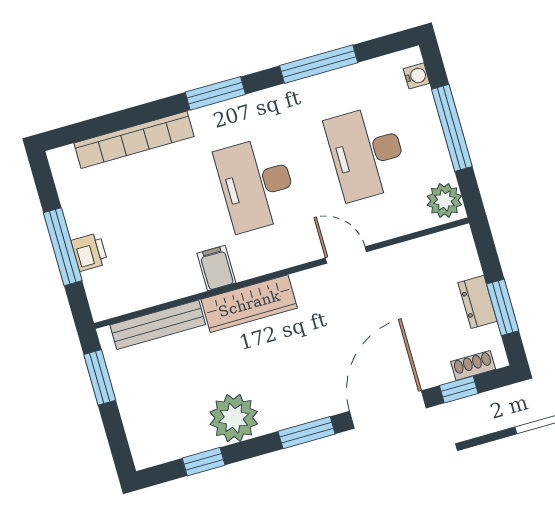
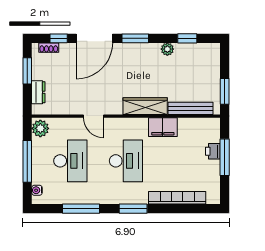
filing cabinet: (216, 268) -> (163, 127), width x2.00
dresser: (477, 302) -> (38, 92), moved
plant: (234, 418) -> (167, 49), width x0.53, depth x0.53

